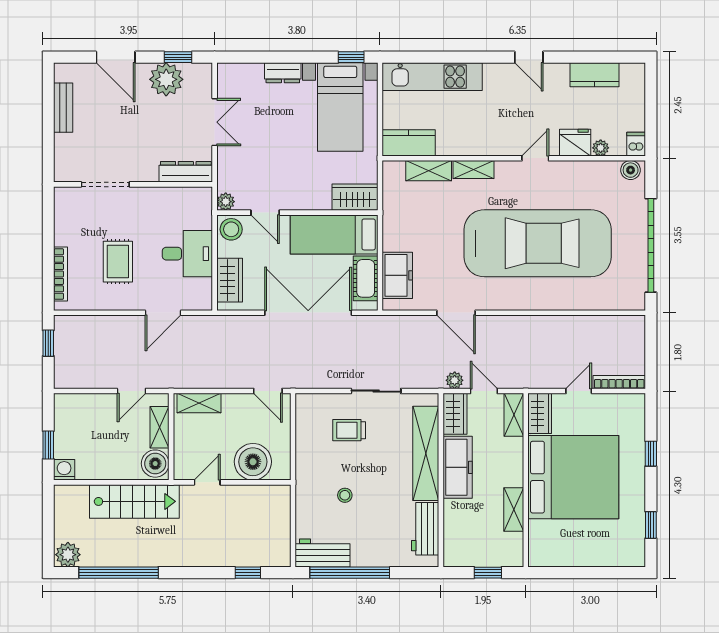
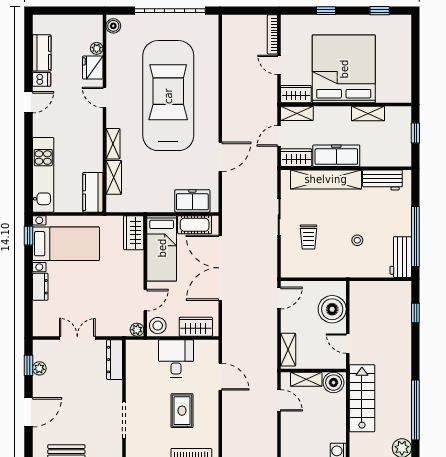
plant: (166, 79) -> (39, 368), width x0.53, depth x0.53
dishwasher: (636, 144) -> (42, 79), moved, turned 180
rug: (118, 262) -> (182, 411), turned 90
plant: (455, 380) -> (271, 158), removed

